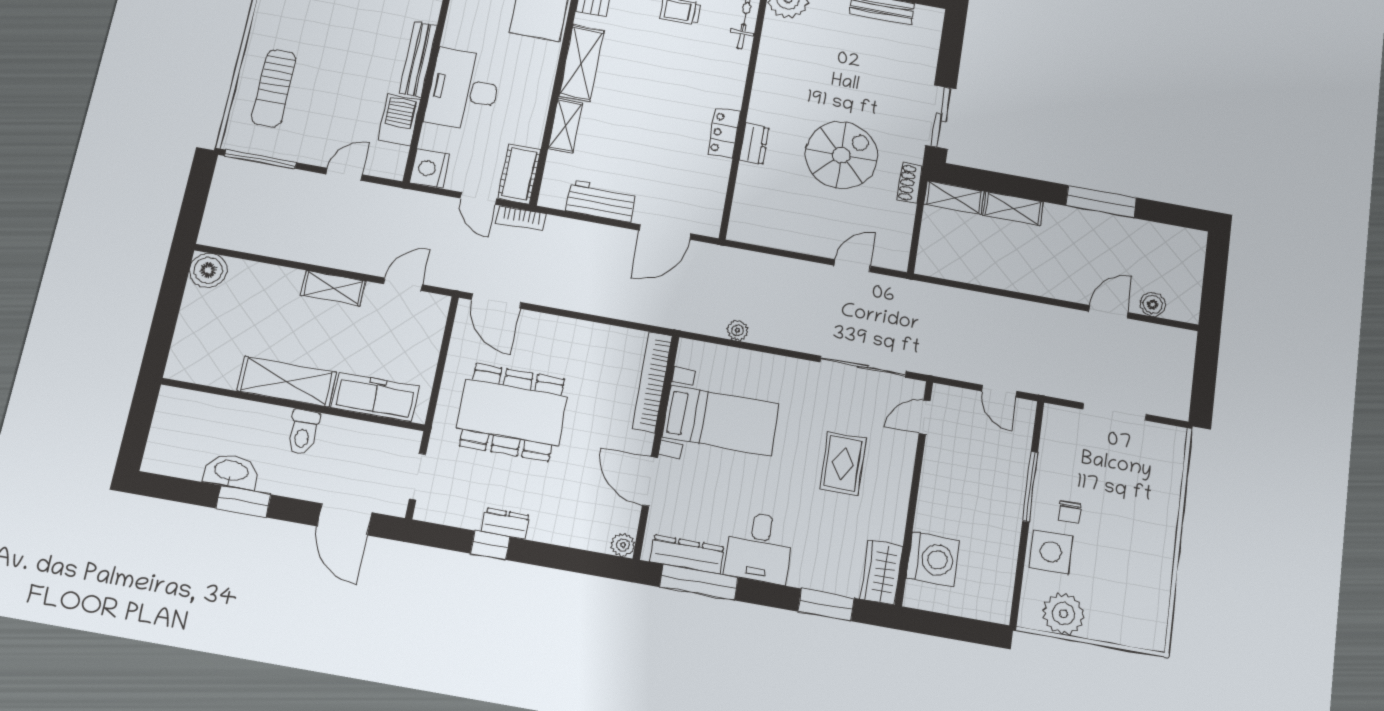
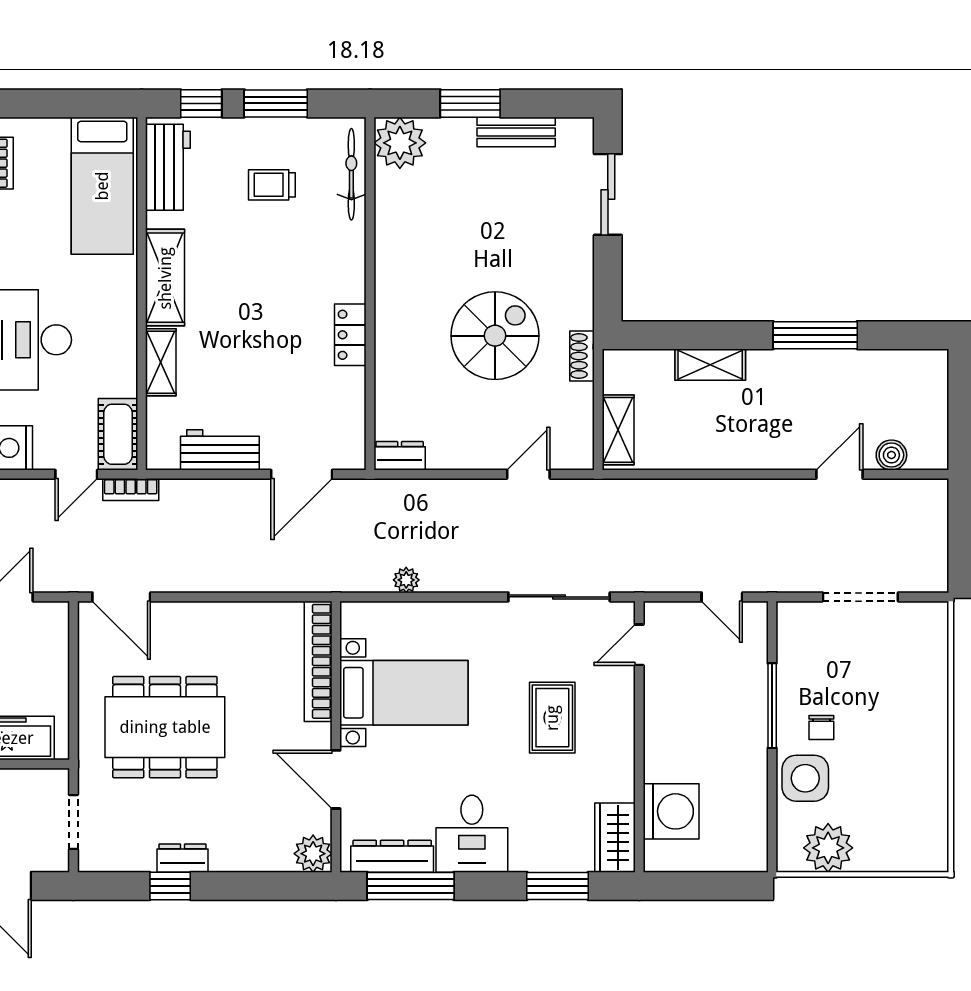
sliding door: (941, 117) -> (608, 194), moved
dresser: (754, 144) -> (400, 456), moved, turned -90
door: (478, 198) -> (76, 474), hinge flipped
shelving: (954, 198) -> (618, 430), moved, turned 90
plant: (623, 545) -> (313, 854), width x1.38, depth x1.38

